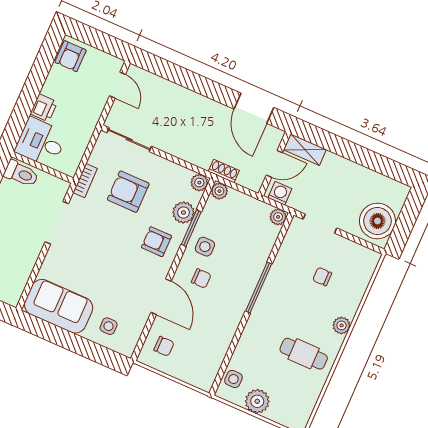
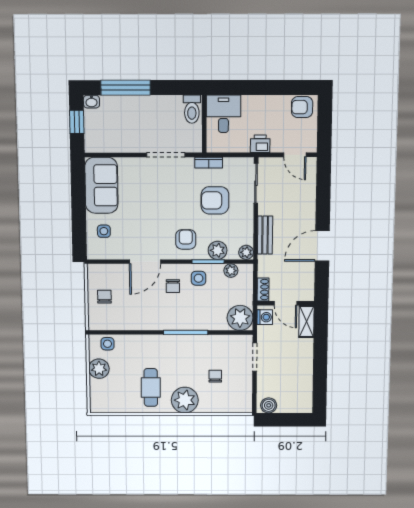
door: (117, 85) -> (295, 155), hinge flipped
printer: (44, 108) -> (260, 144), moved, turned 180
door: (254, 108) -> (322, 246), moved
bench: (189, 154) -> (265, 235), added
shoe rack: (224, 171) -> (263, 290), moved
plant: (219, 191) -> (231, 271), moved
armchair: (128, 192) -> (215, 200), turned -90
plant: (278, 217) -> (240, 318), width x1.87, depth x1.87
boiler: (377, 221) -> (269, 405), width x0.54, depth x0.54
plant: (342, 325) -> (185, 400), width x1.88, depth x1.88
chair: (164, 346) -> (104, 297), moved, turned 180

